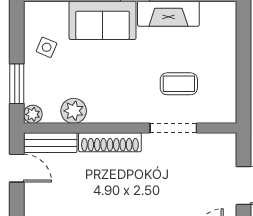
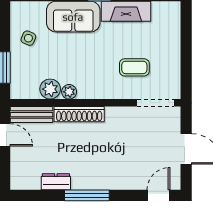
plant: (33, 114) -> (69, 92), moved
doorway: (173, 128) -> (155, 103), moved

